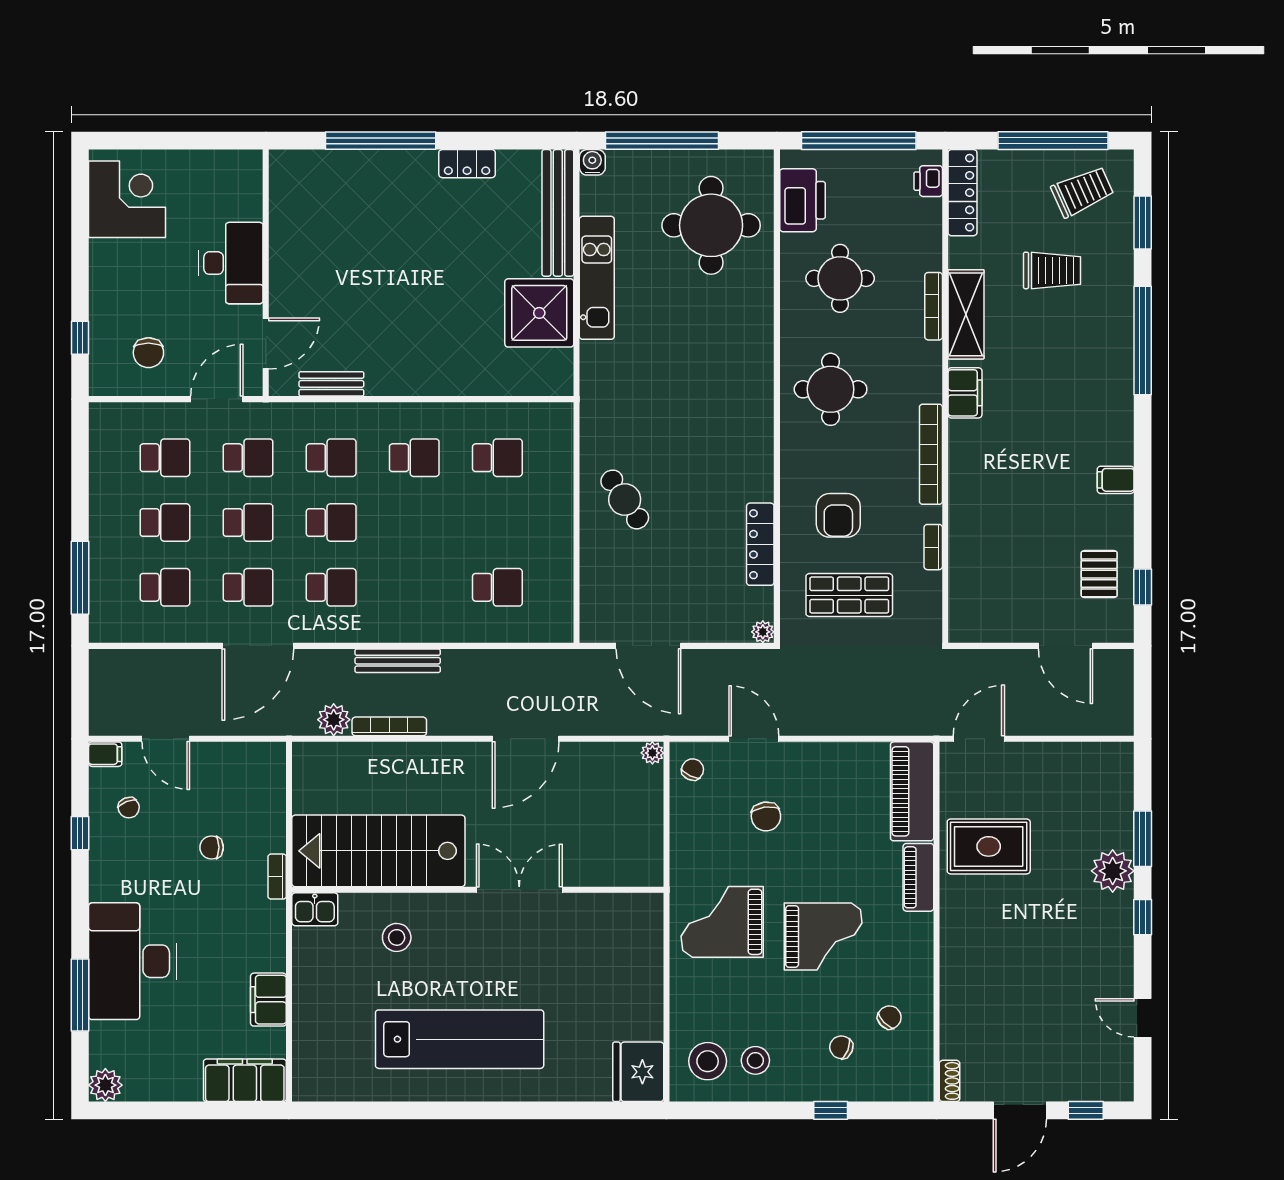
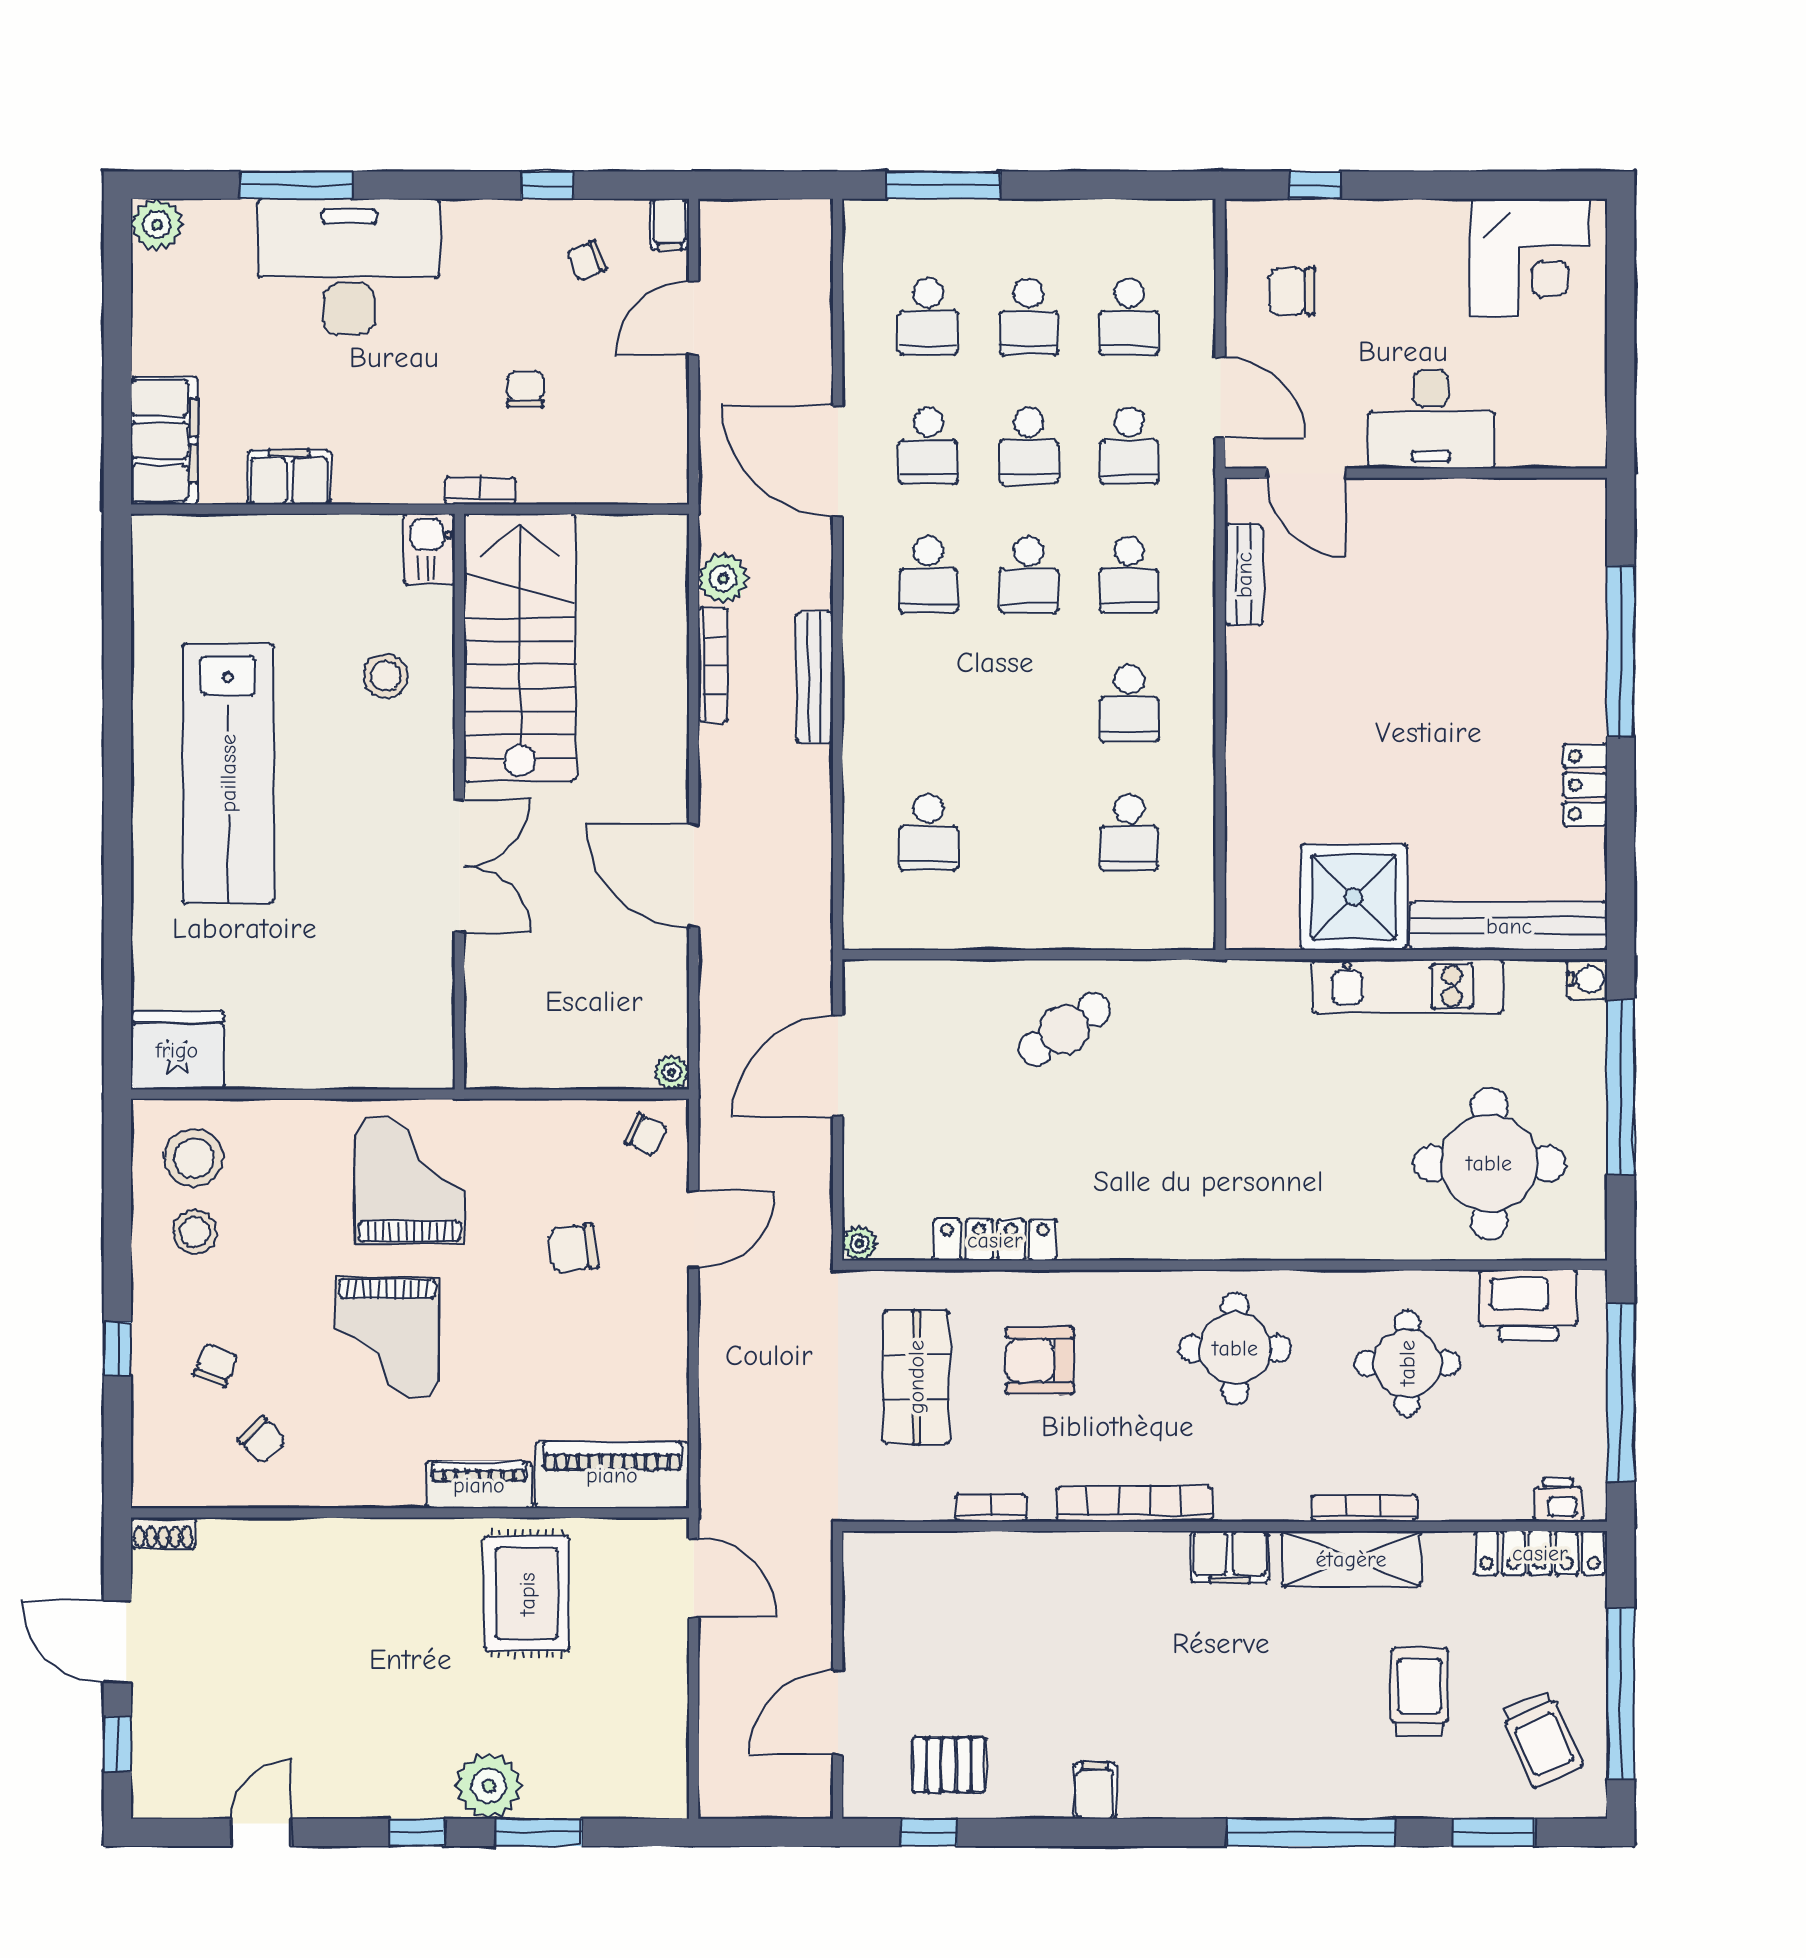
trolley: (1052, 270) -> (1419, 1692), turned 180

